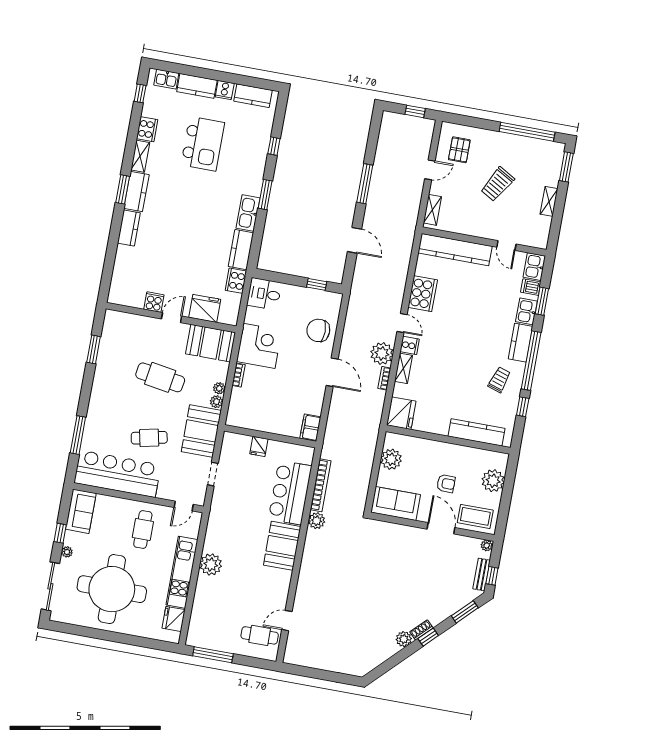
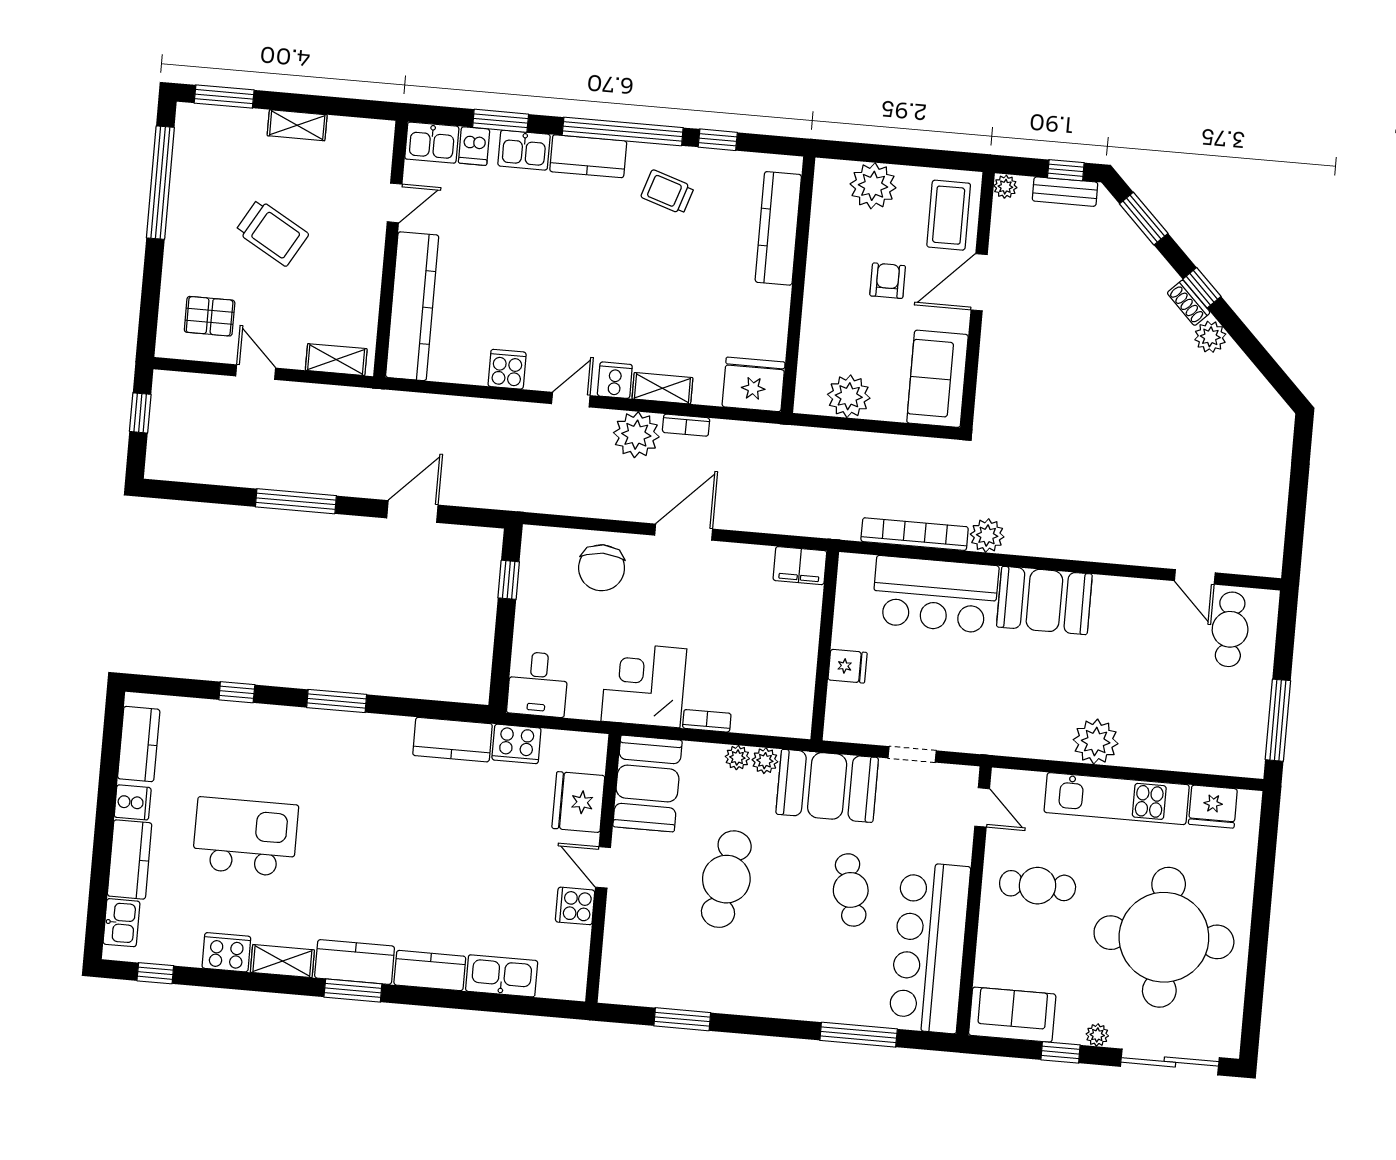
kitchen sink: (248, 213) -> (502, 976), moved, turned 180
cooker: (423, 294) -> (507, 369), width x0.53, depth x0.76

